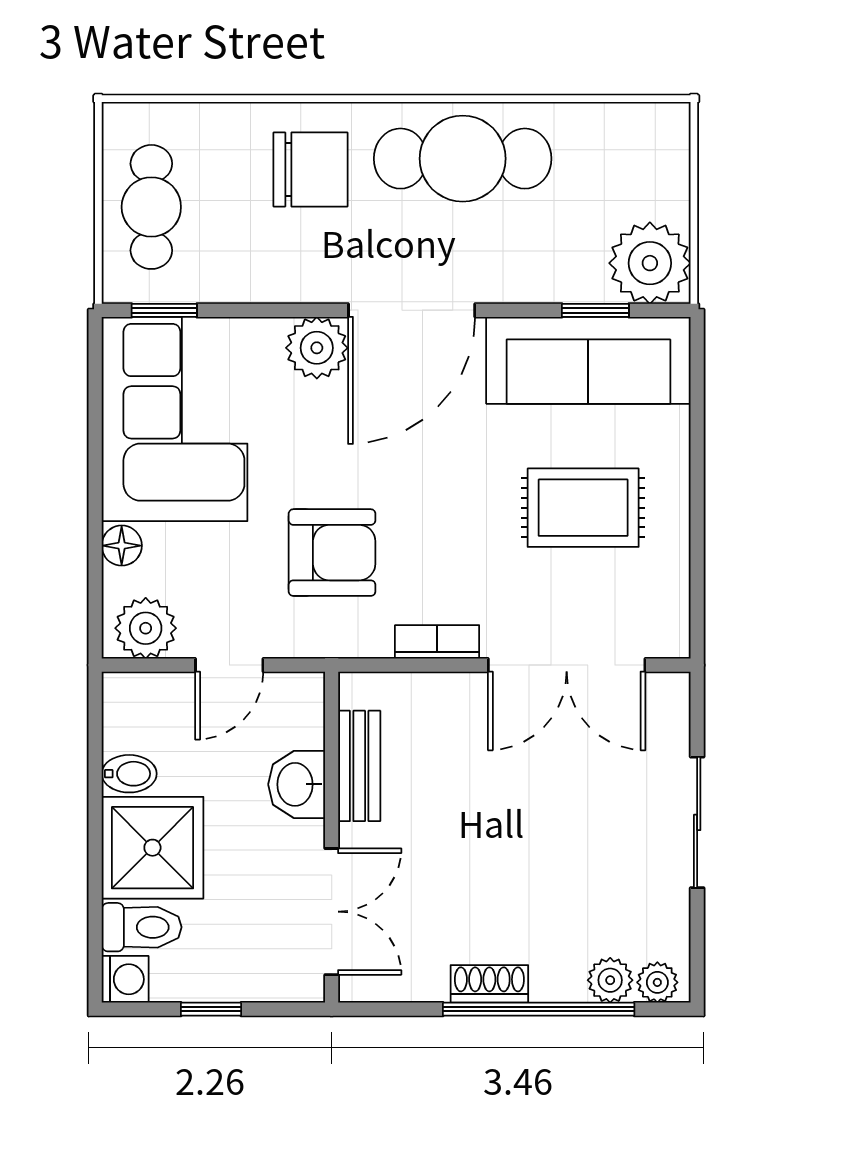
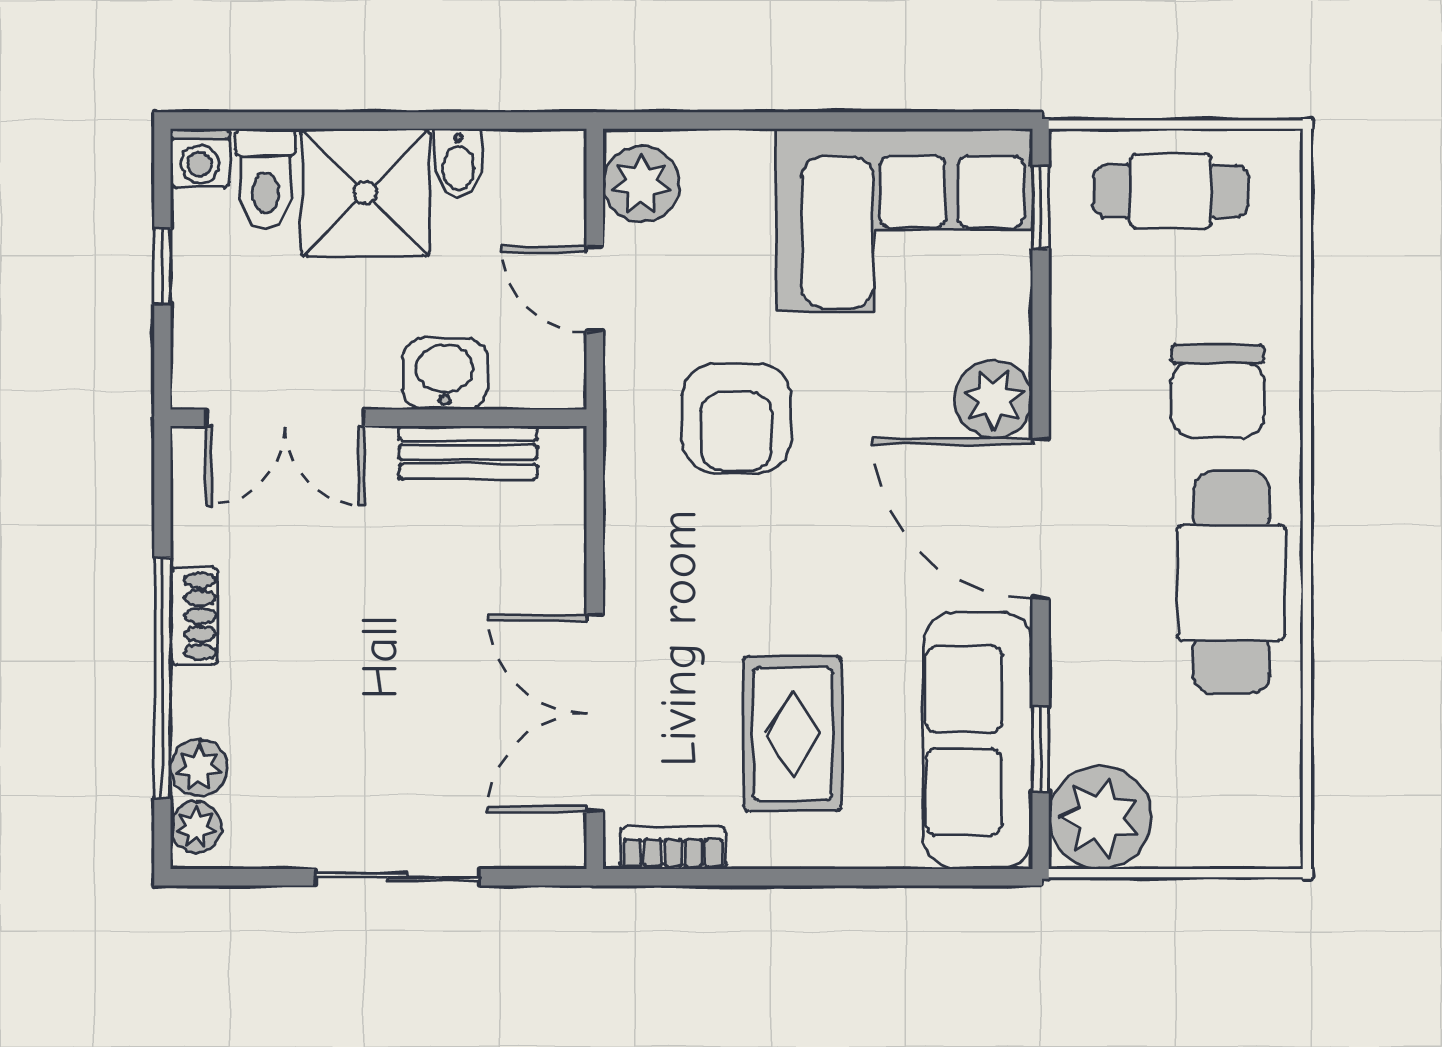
floor lamp: (122, 546) -> (745, 154), removed
bookcase: (437, 642) -> (673, 848), moved, turned -90

